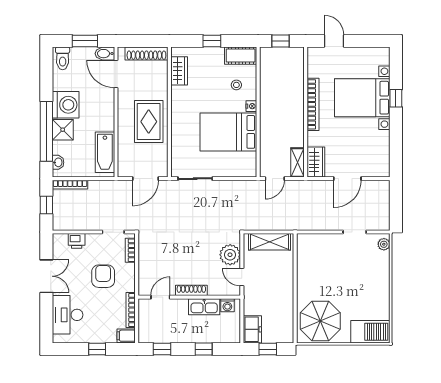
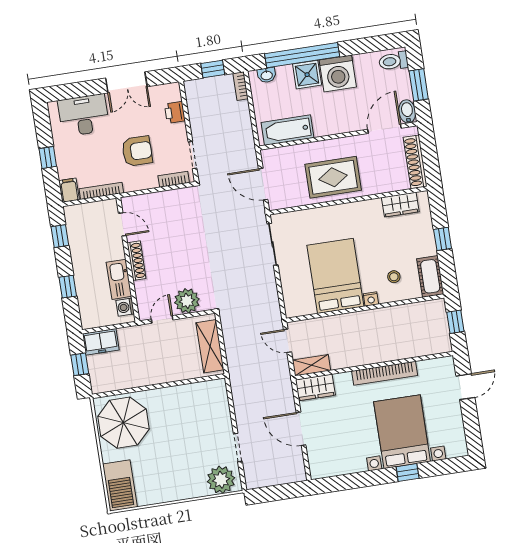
bookcase: (70, 185) -> (241, 86), width x0.64
plant: (384, 244) -> (221, 480), width x1.88, depth x1.88

